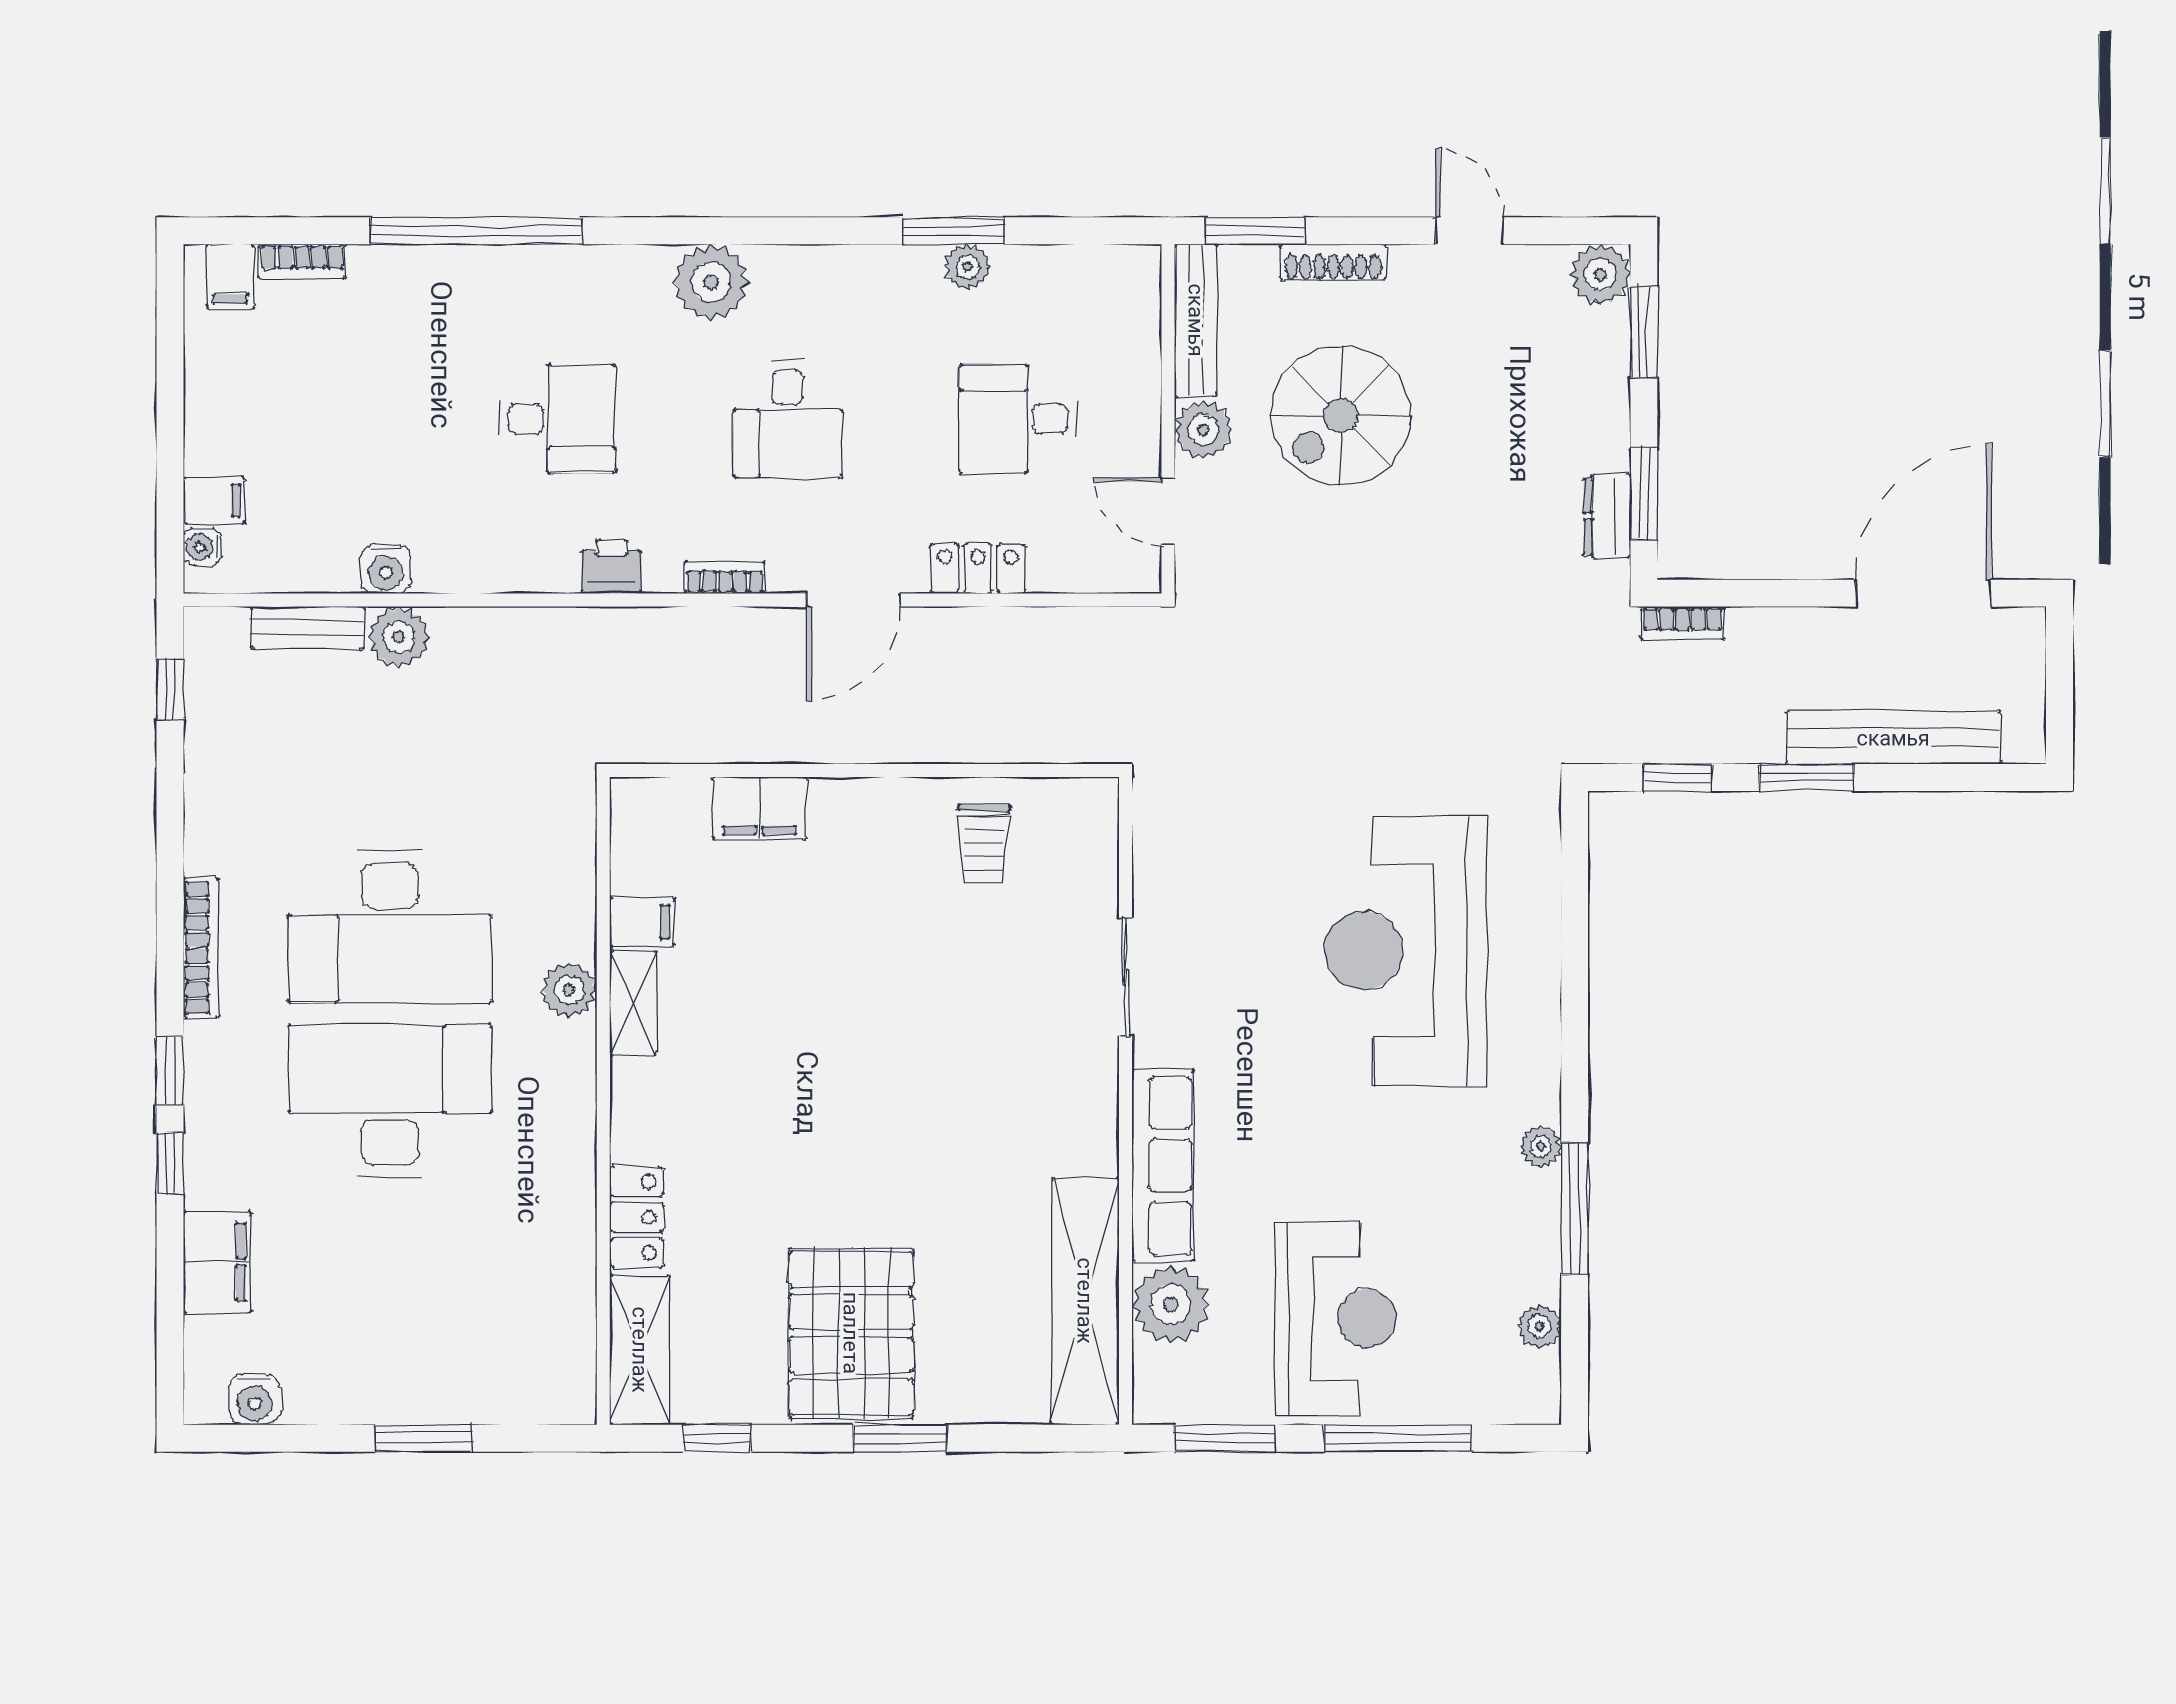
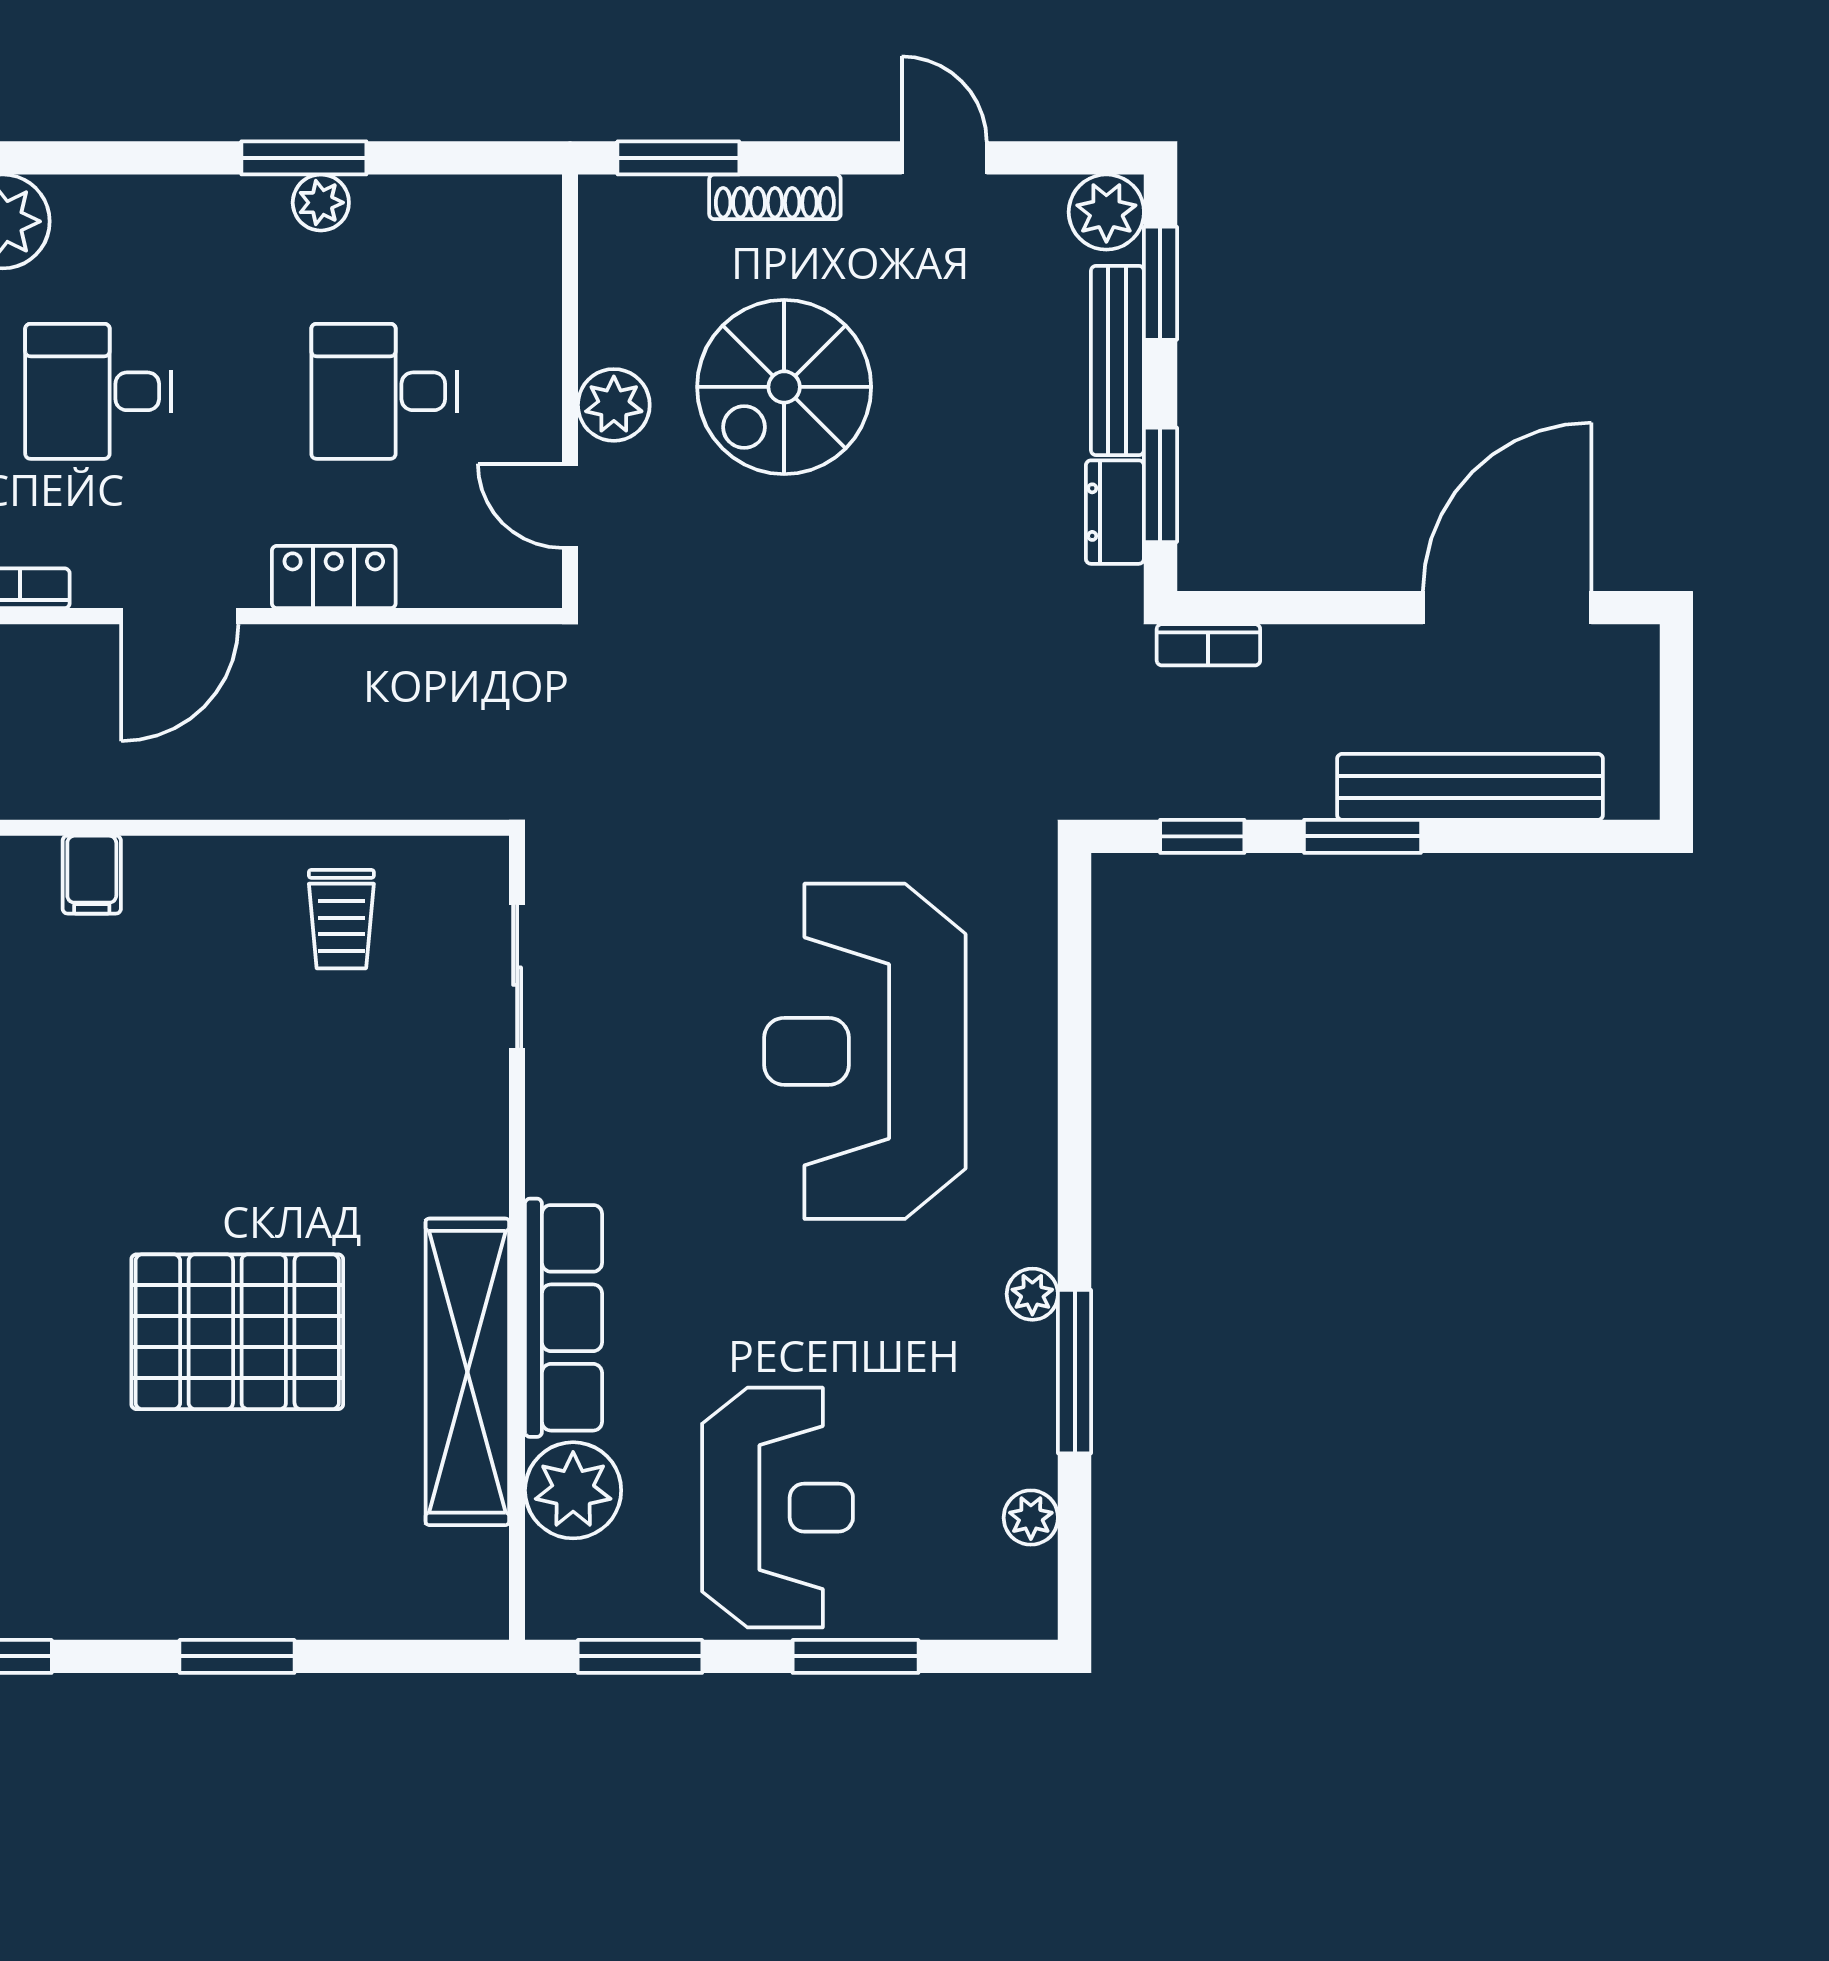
bench: (1196, 320) -> (1117, 360), moved
desk: (788, 419) -> (98, 391), turned 90
filing cabinet: (759, 808) -> (92, 875), width x0.50
sliding door: (1125, 977) -> (517, 976), moved
shelving: (1085, 1301) -> (467, 1372), moved
pallet: (851, 1333) -> (237, 1332), moved, turned 90
window: (1398, 1438) -> (856, 1656), width x0.69

